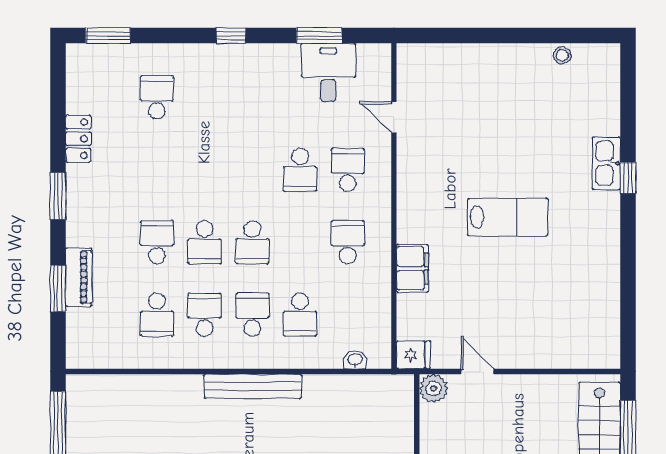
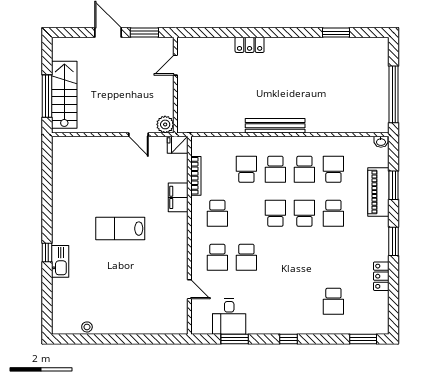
school desk: (300, 170) -> (246, 257), turned 180
piano: (79, 277) -> (378, 192), width x1.37, depth x1.33
bookcase: (383, 304) -> (196, 176), added
washbasin: (355, 360) -> (381, 142), moved

